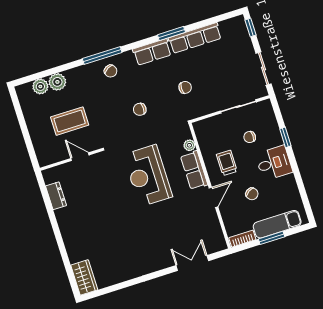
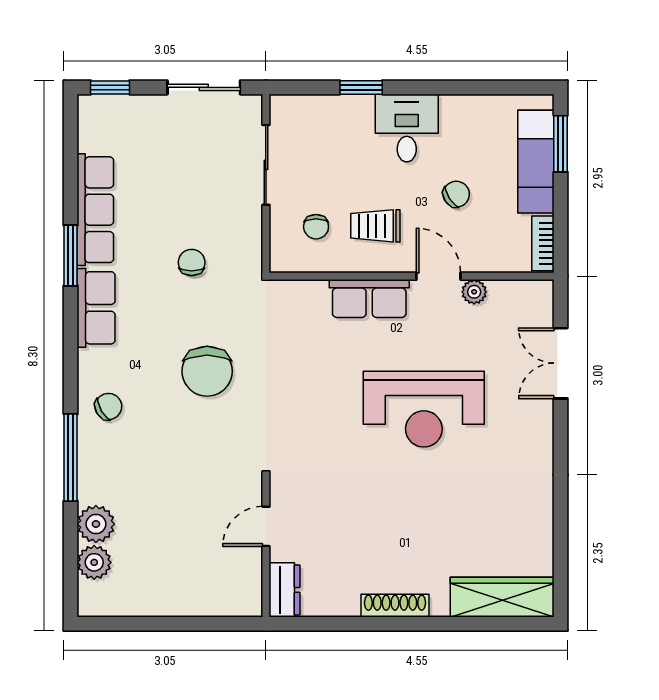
window: (102, 55) -> (71, 458), moved
chair: (140, 109) -> (207, 371), width x1.87, depth x1.87
coffee table: (70, 121) -> (185, 524), removed
chair: (250, 137) -> (316, 227), moved
plant: (189, 145) -> (474, 292), moved
reception desk: (148, 176) -> (424, 409), moved
dresser: (56, 196) -> (285, 590), moved, turned 90
shoe rack: (63, 224) -> (395, 606), added
window: (272, 238) -> (561, 144), moved
wardrobe: (84, 277) -> (502, 597), width x1.50

